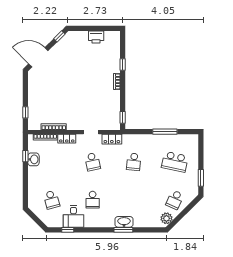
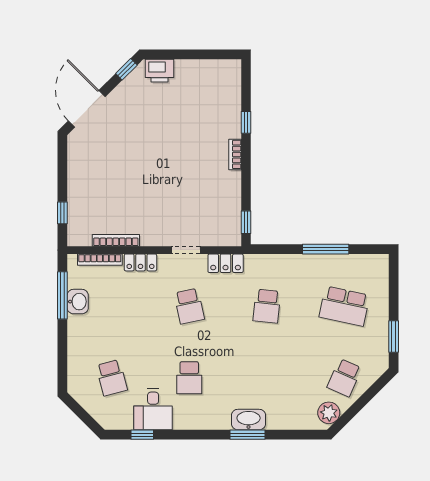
printer: (96, 37) -> (159, 71), moved
door: (38, 57) -> (87, 109), hinge flipped
window: (25, 156) -> (62, 295), width x2.17

